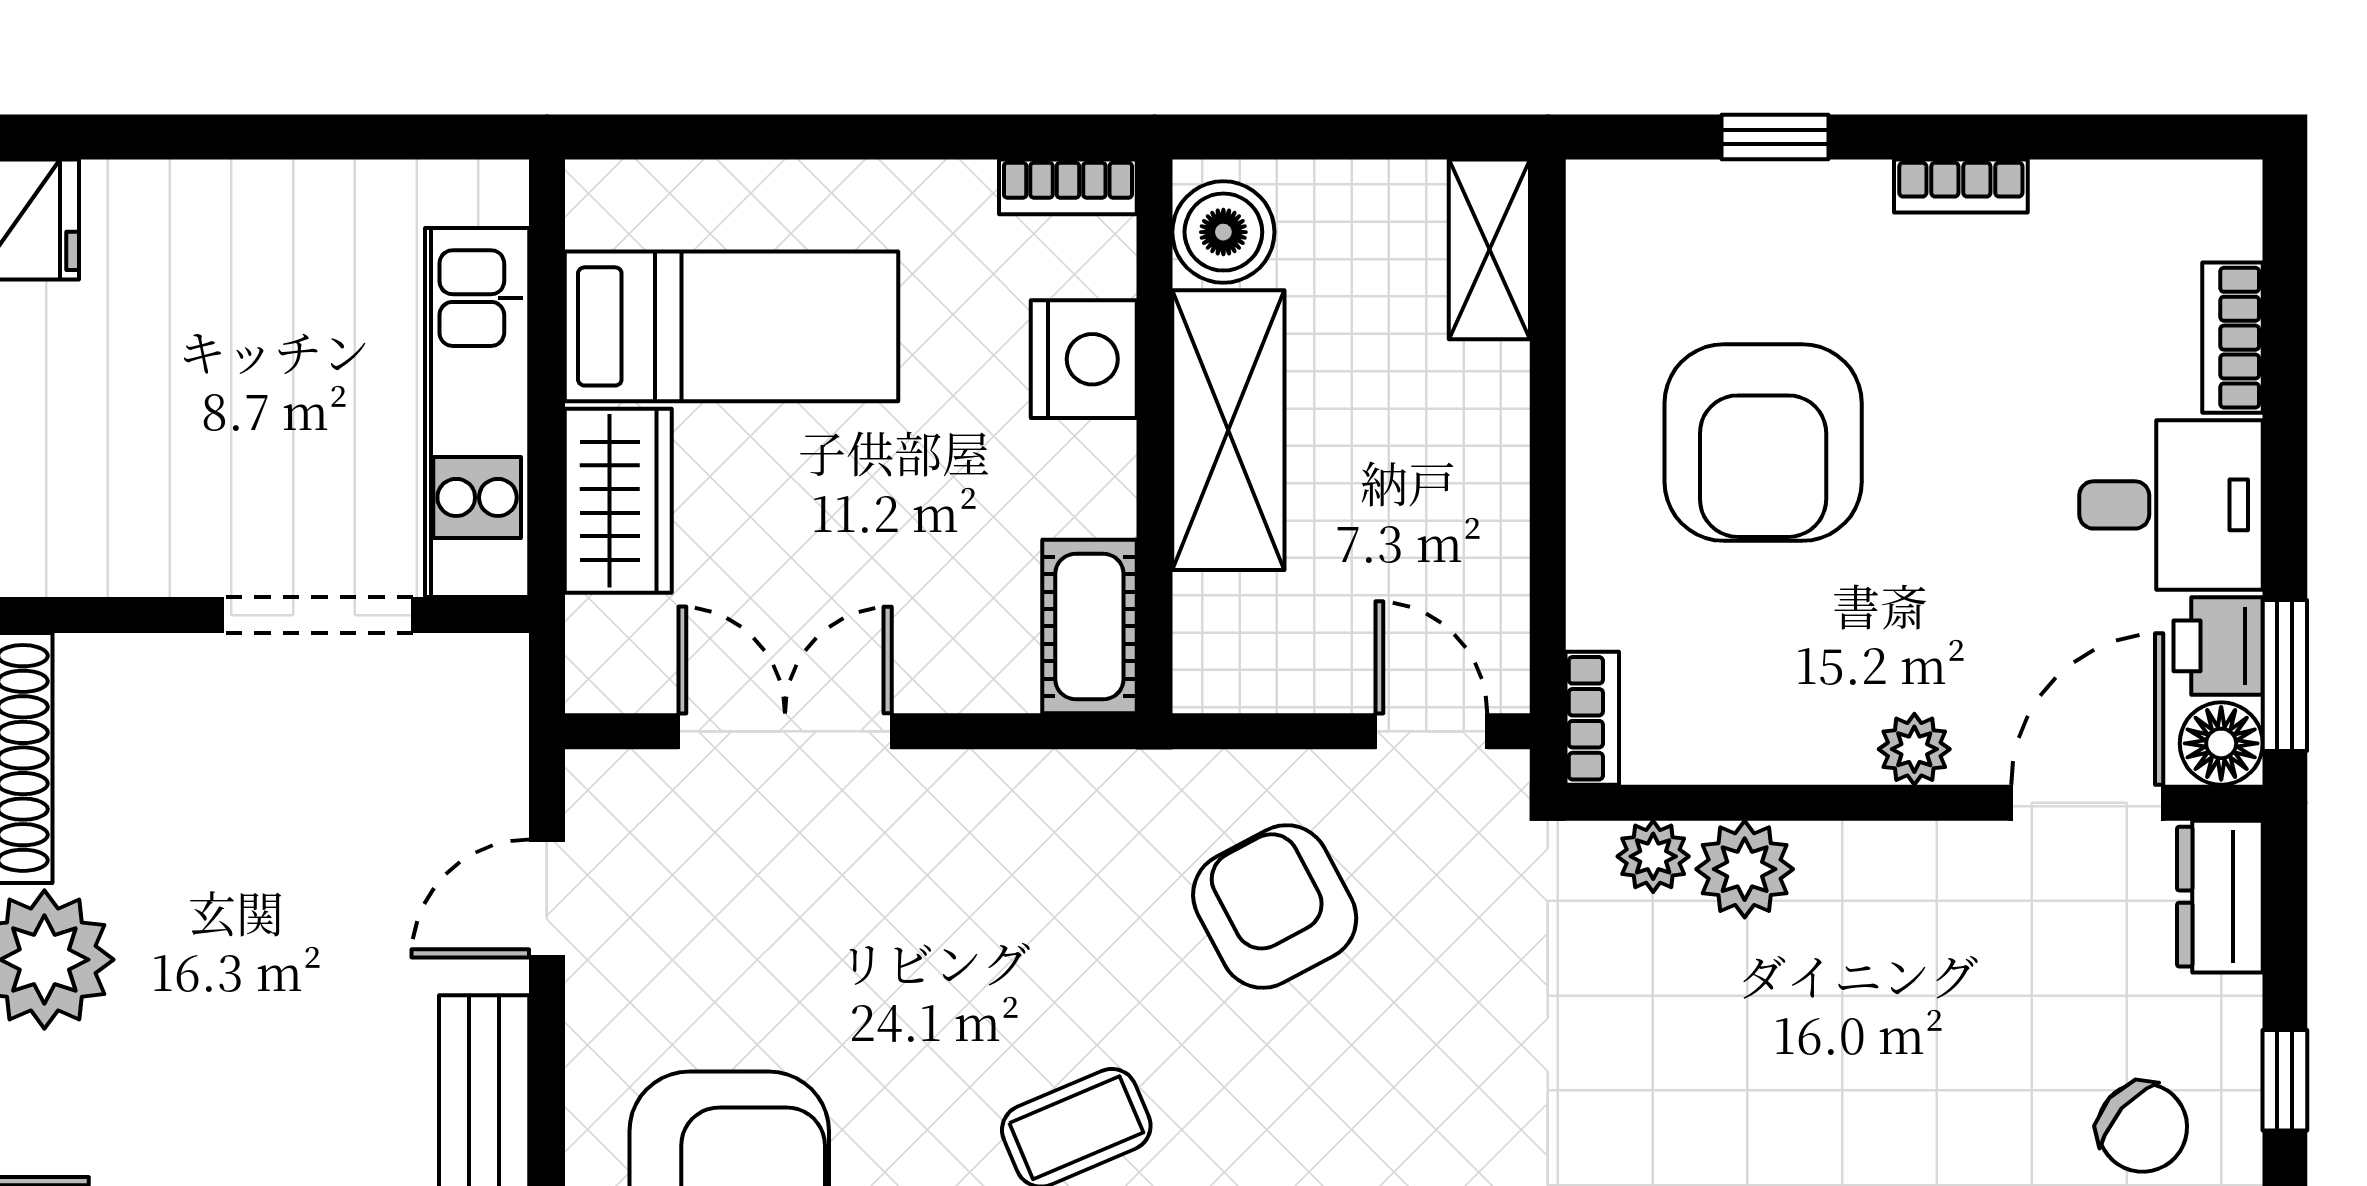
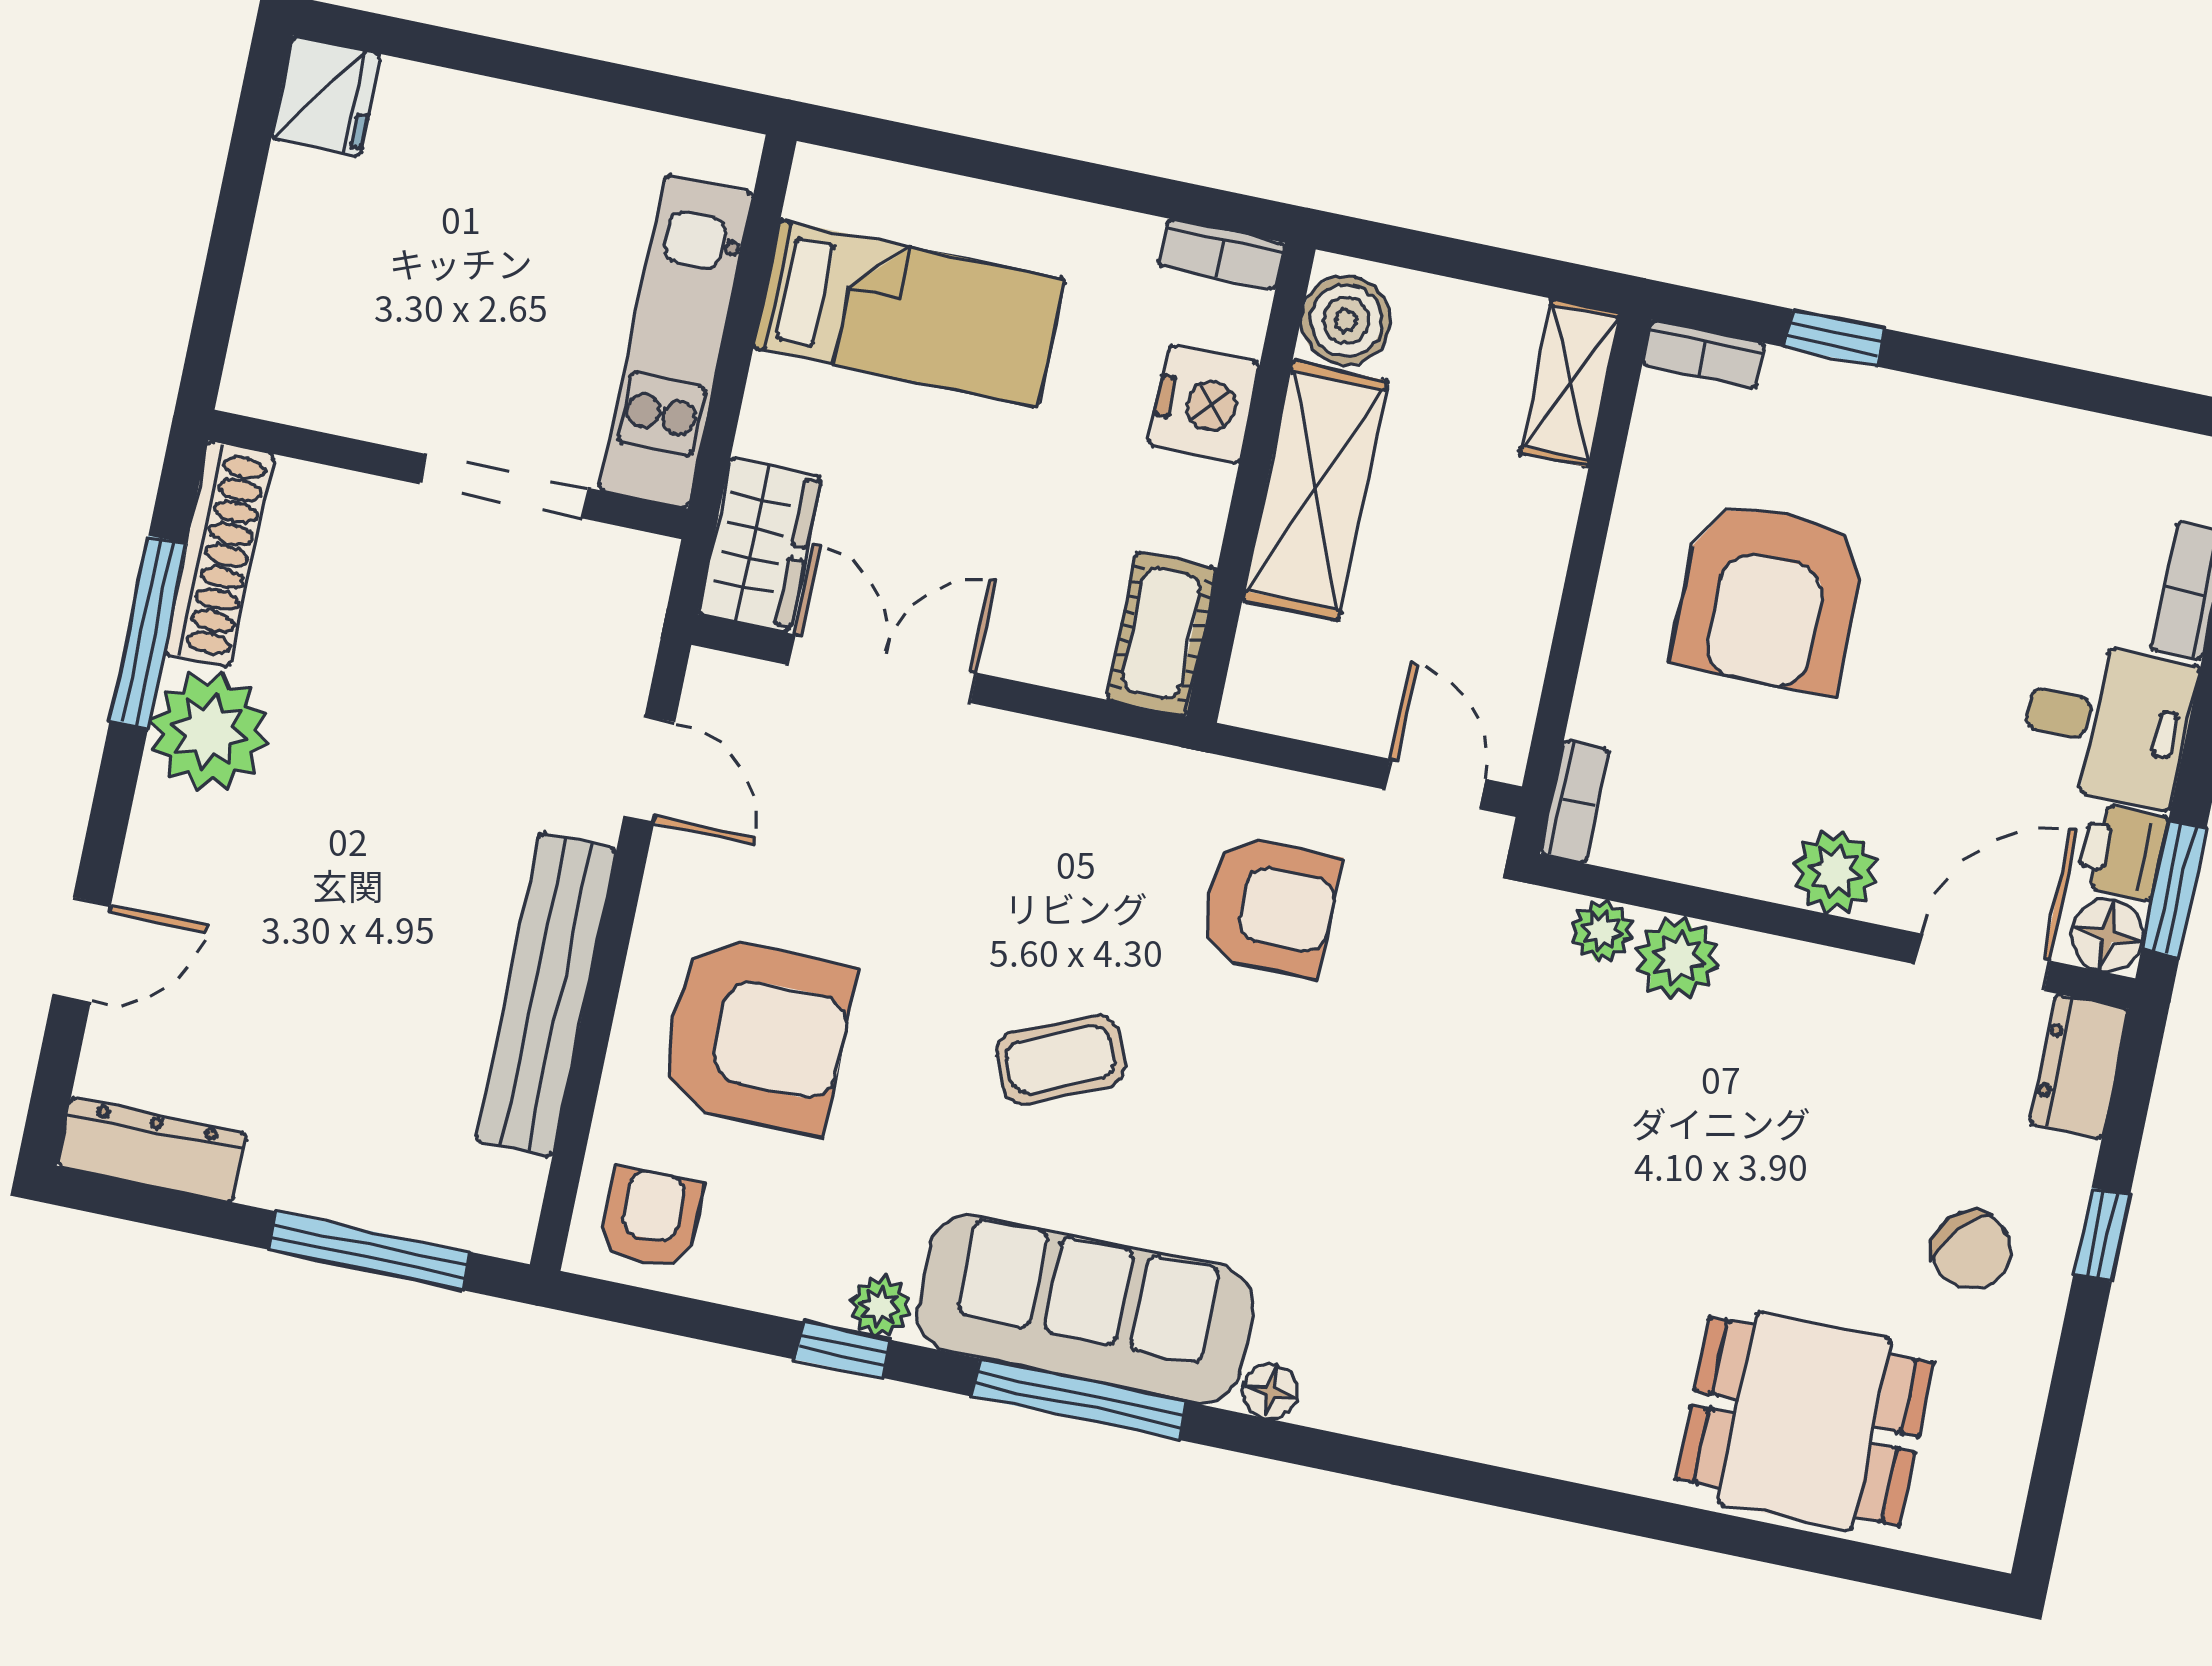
bookcase: (1961, 186) -> (1704, 354), moved
wardrobe: (618, 501) -> (760, 545), moved
plant: (1914, 749) -> (1835, 872), width x1.38, depth x1.38
door: (547, 899) -> (649, 769), swing flipped
armchair: (1275, 907) -> (1270, 906), turned 118

